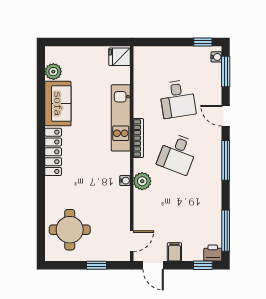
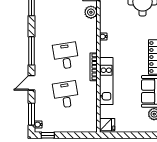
door: (226, 116) -> (32, 83), swing flipped
desk: (177, 154) -> (66, 56), turned -30
plant: (142, 181) -> (91, 12), moved

